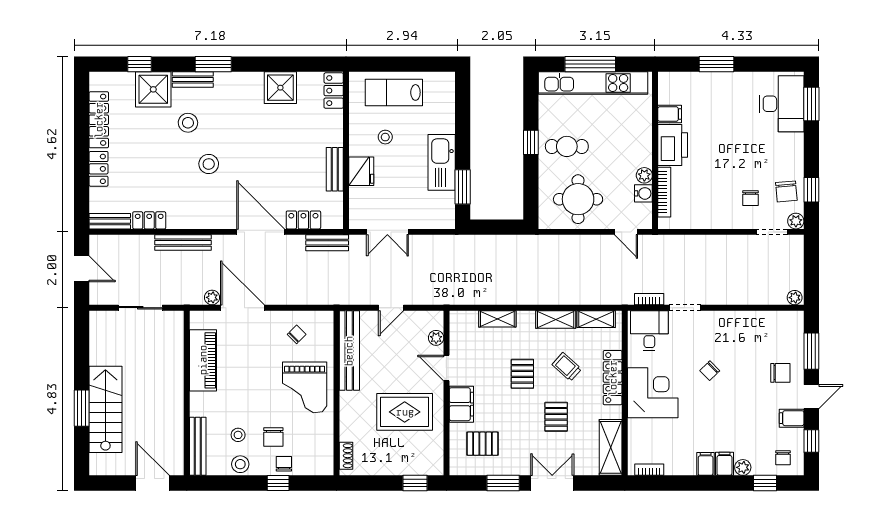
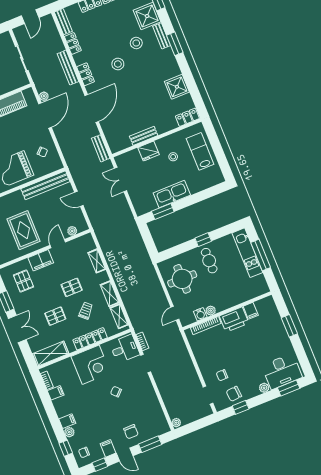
kitchen unit: (593, 83) -> (247, 253), width x0.73
locker: (303, 220) -> (86, 74), moved
plant: (796, 221) -> (264, 388), moved
filing cabinet: (706, 464) -> (56, 393), moved

